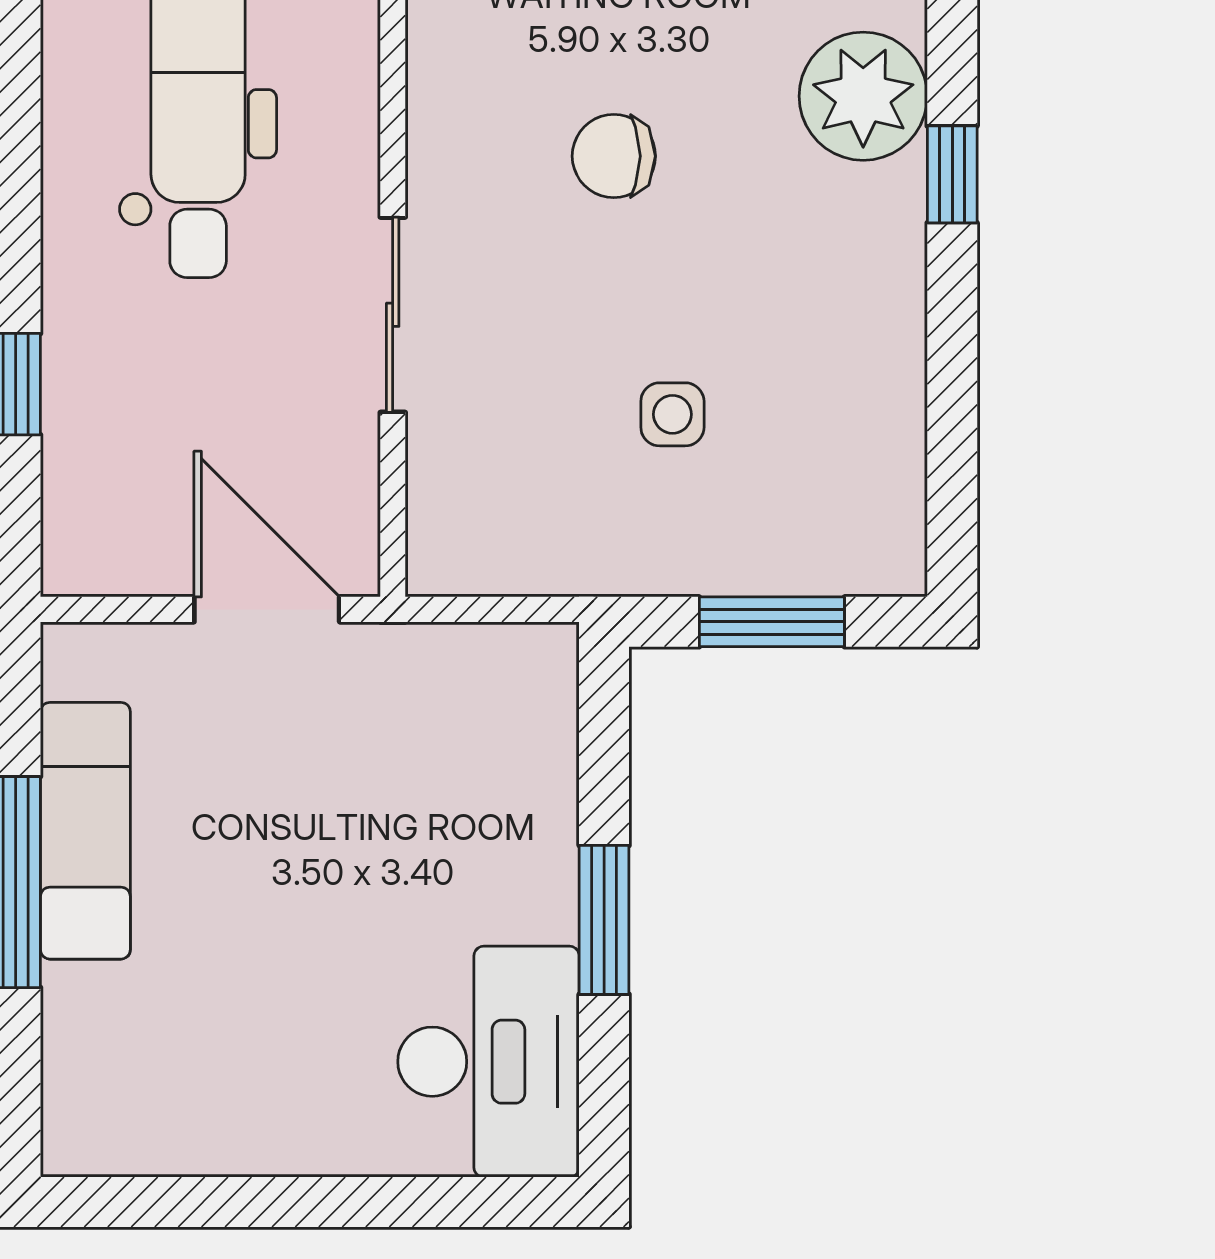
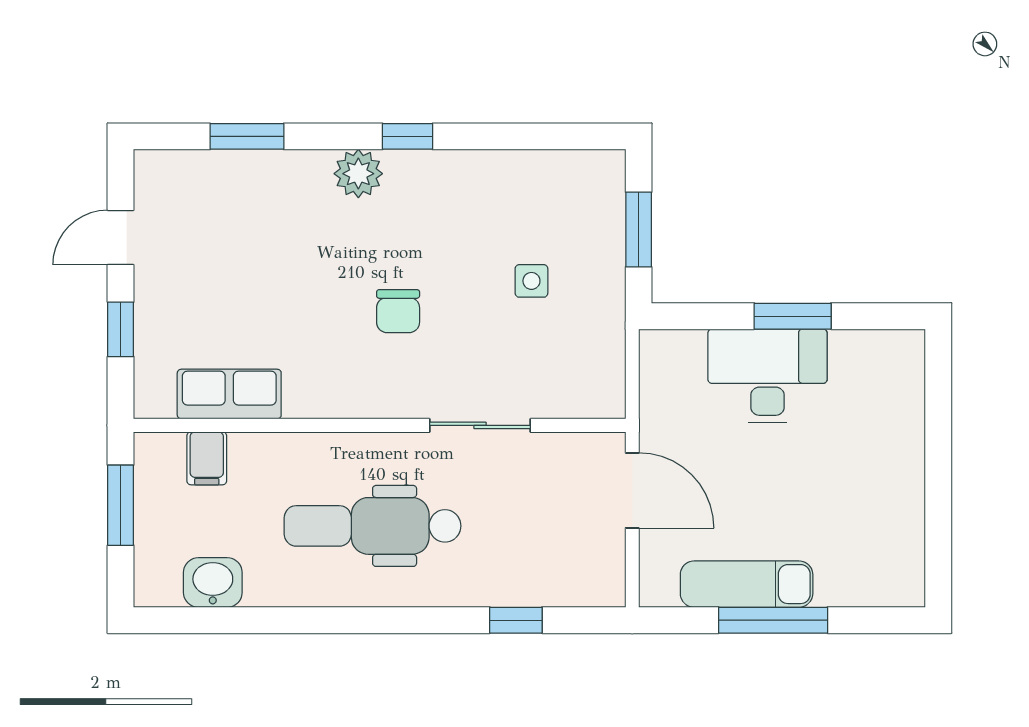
plant: (863, 96) -> (358, 174), width x0.73, depth x0.73
door: (267, 609) -> (632, 490), swing flipped
desk: (488, 1062) -> (768, 376), moved

